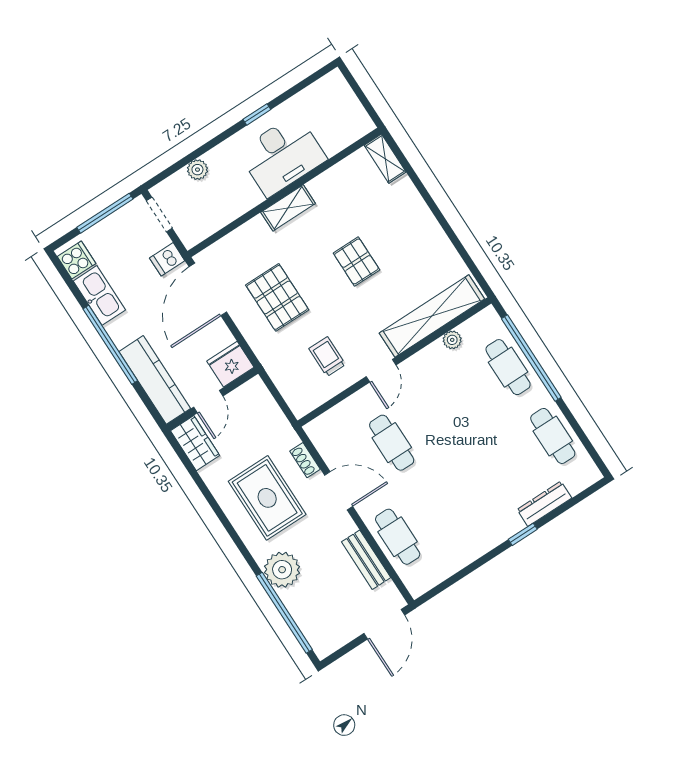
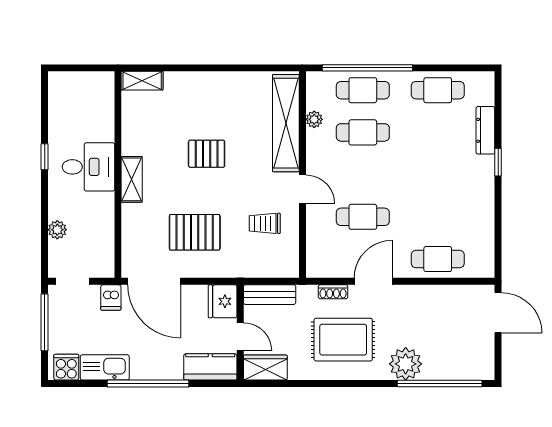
desk: (282, 155) -> (88, 167), width x0.73
kitchen counter: (155, 380) -> (210, 367), width x0.67
cafe table: (469, 392) -> (363, 132), added
bench: (366, 560) -> (270, 295), moved

